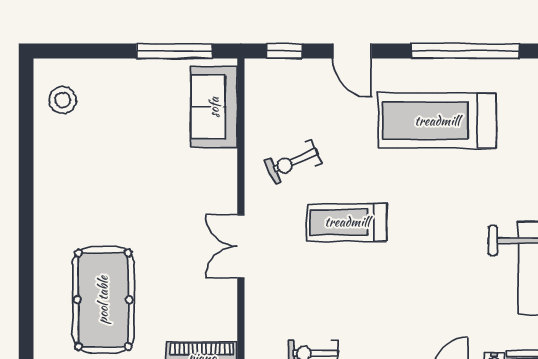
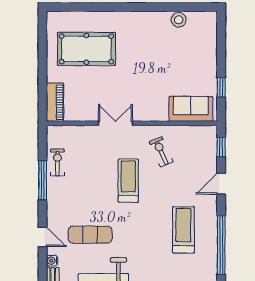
window: (174, 51) -> (221, 87), width x0.46
stool: (63, 100) -> (179, 20), moved
treadmill: (437, 121) -> (183, 230), width x0.73, depth x0.73
exercise mat: (446, 293) -> (90, 235), added

